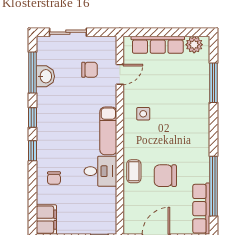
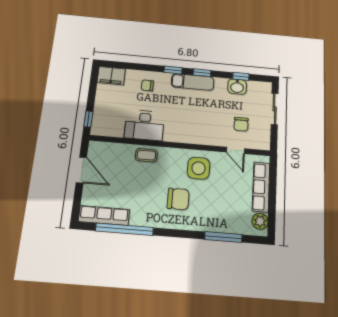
window: (33, 73) -> (241, 76), width x0.46
side table: (143, 114) -> (199, 168), width x1.87, depth x1.87
exam couch: (108, 131) -> (193, 82), moved, turned 180
desk: (100, 171) -> (144, 125), width x1.37
chair: (165, 176) -> (178, 199), moved, turned 90

